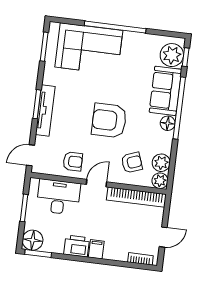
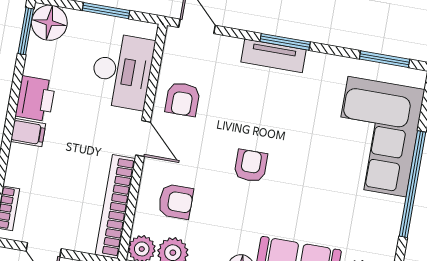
tv unit: (45, 110) -> (273, 56), width x0.71
armchair: (109, 120) -> (251, 166), width x0.53, depth x0.53
armchair: (132, 163) -> (176, 202), turned -70

